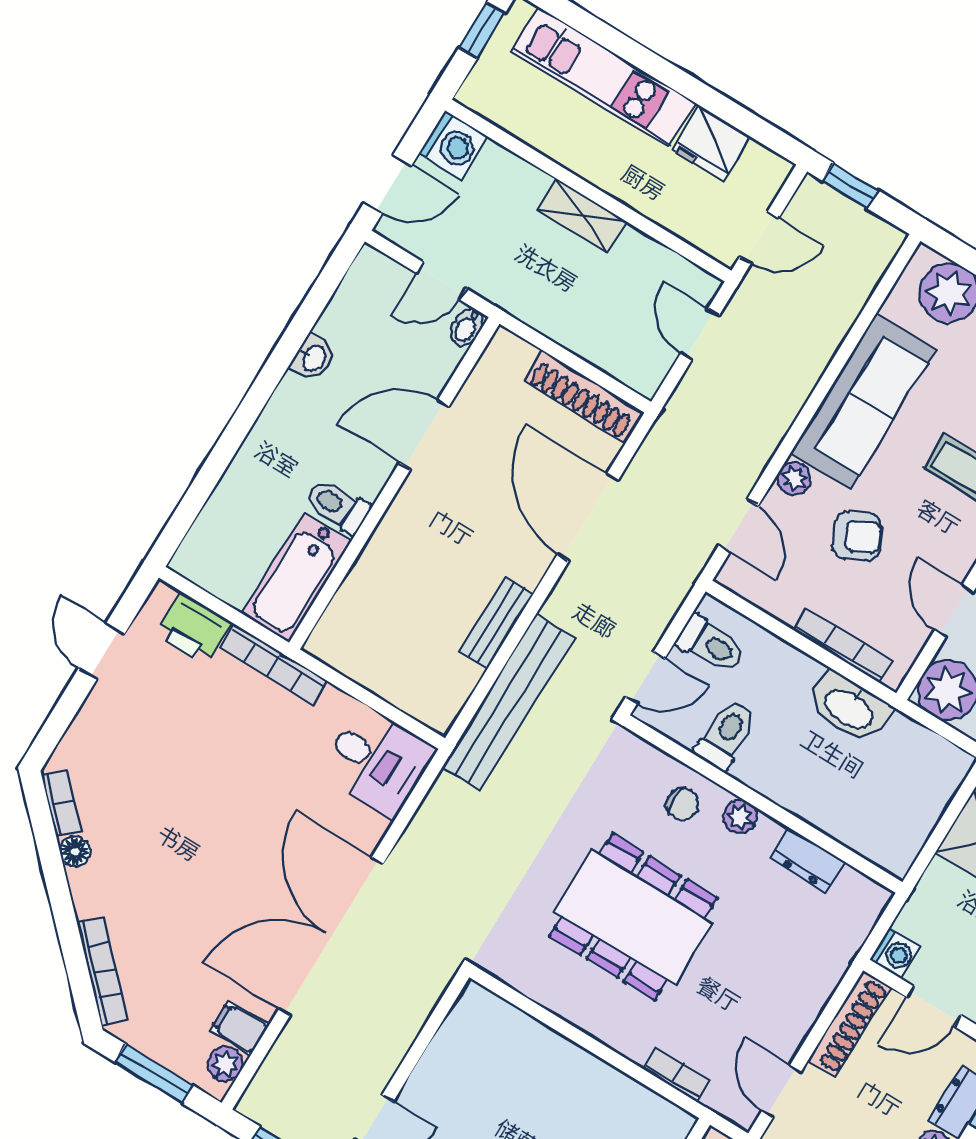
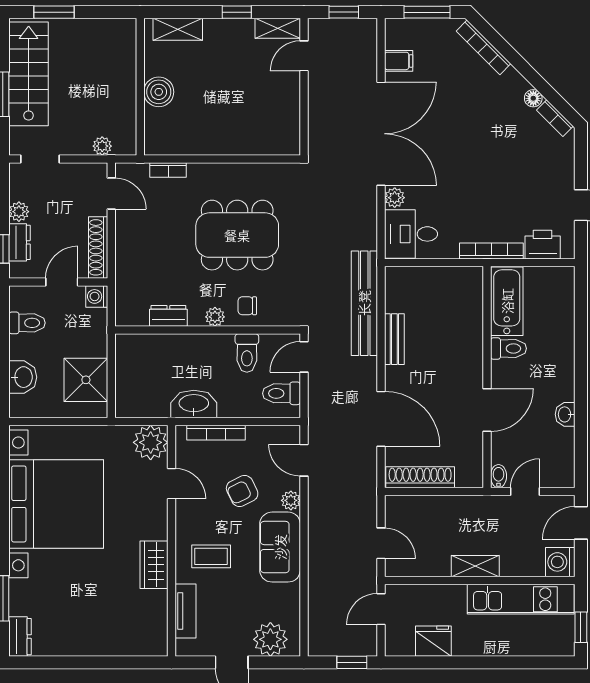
kitchen unit: (604, 77) -> (521, 599), moved, turned 180
sofa: (863, 401) -> (280, 547), width x0.73
plant: (225, 1064) -> (395, 198), moved

